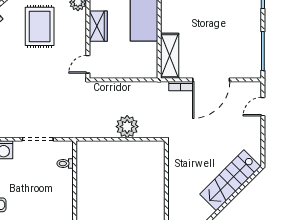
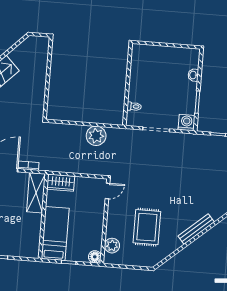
wardrobe: (98, 26) -> (61, 183), moved, turned -90
plant: (127, 127) -> (96, 136), moved

